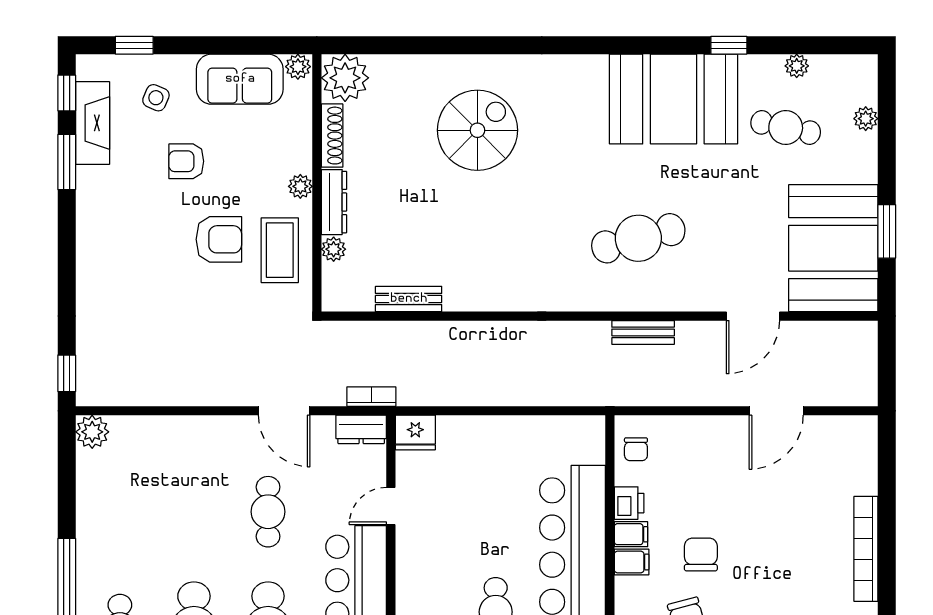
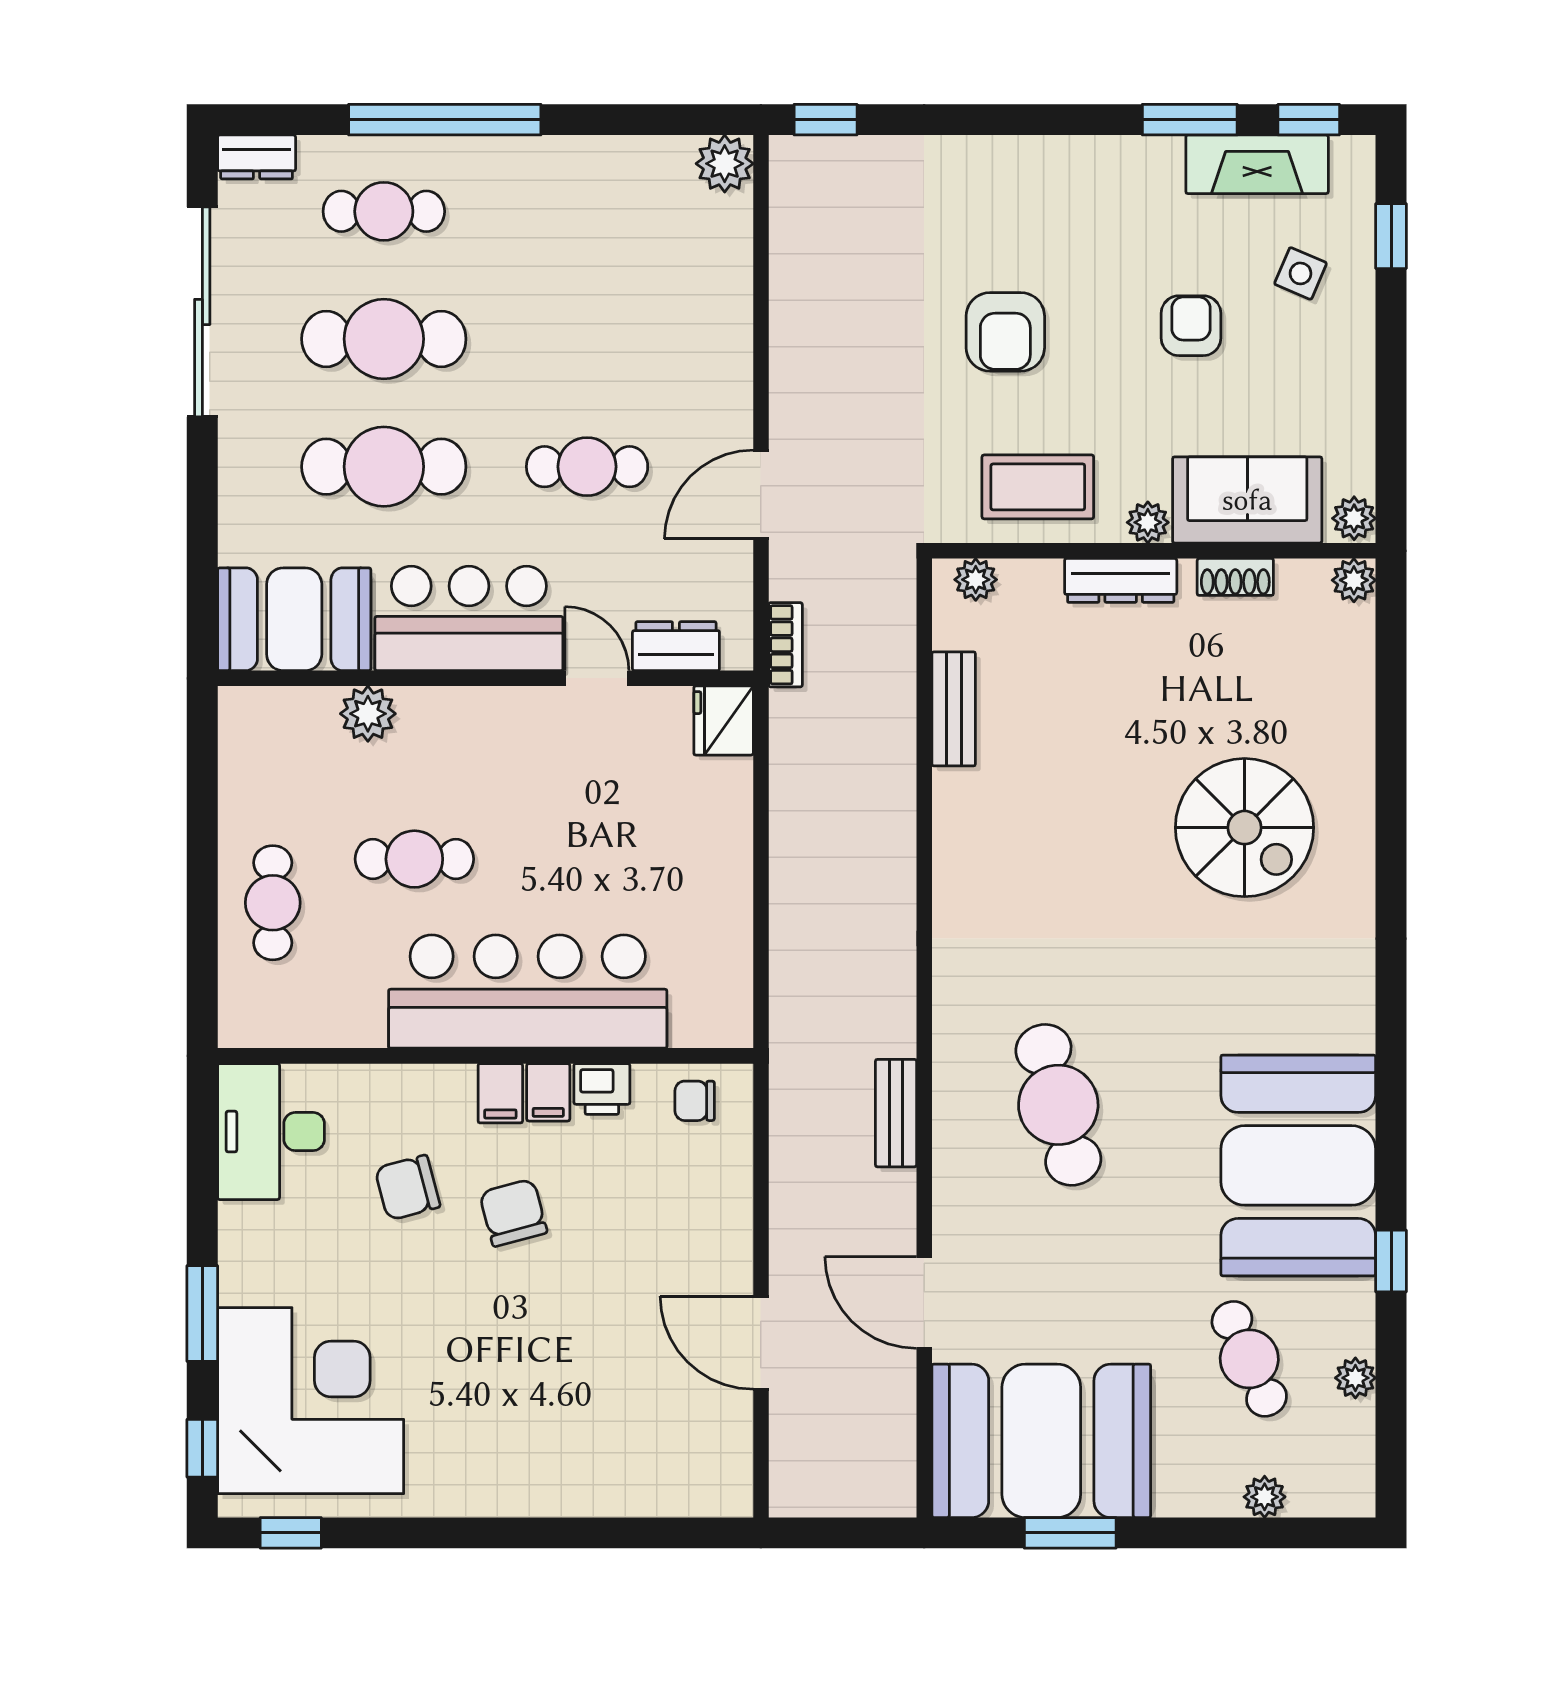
plant: (345, 78) -> (1354, 580), width x0.53, depth x0.53
sofa: (240, 79) -> (1247, 500), moved, turned 90
cafe table: (786, 127) -> (1249, 1359), turned -36
shoe rack: (332, 136) -> (1235, 577), width x0.70
armchair: (219, 239) -> (1005, 332), moved
plant: (334, 249) -> (976, 580), moved
dresser: (361, 429) -> (676, 646), moved, turned 90
bookcase: (866, 549) -> (523, 1497), removed
chair: (701, 555) -> (513, 1213), turned -105

